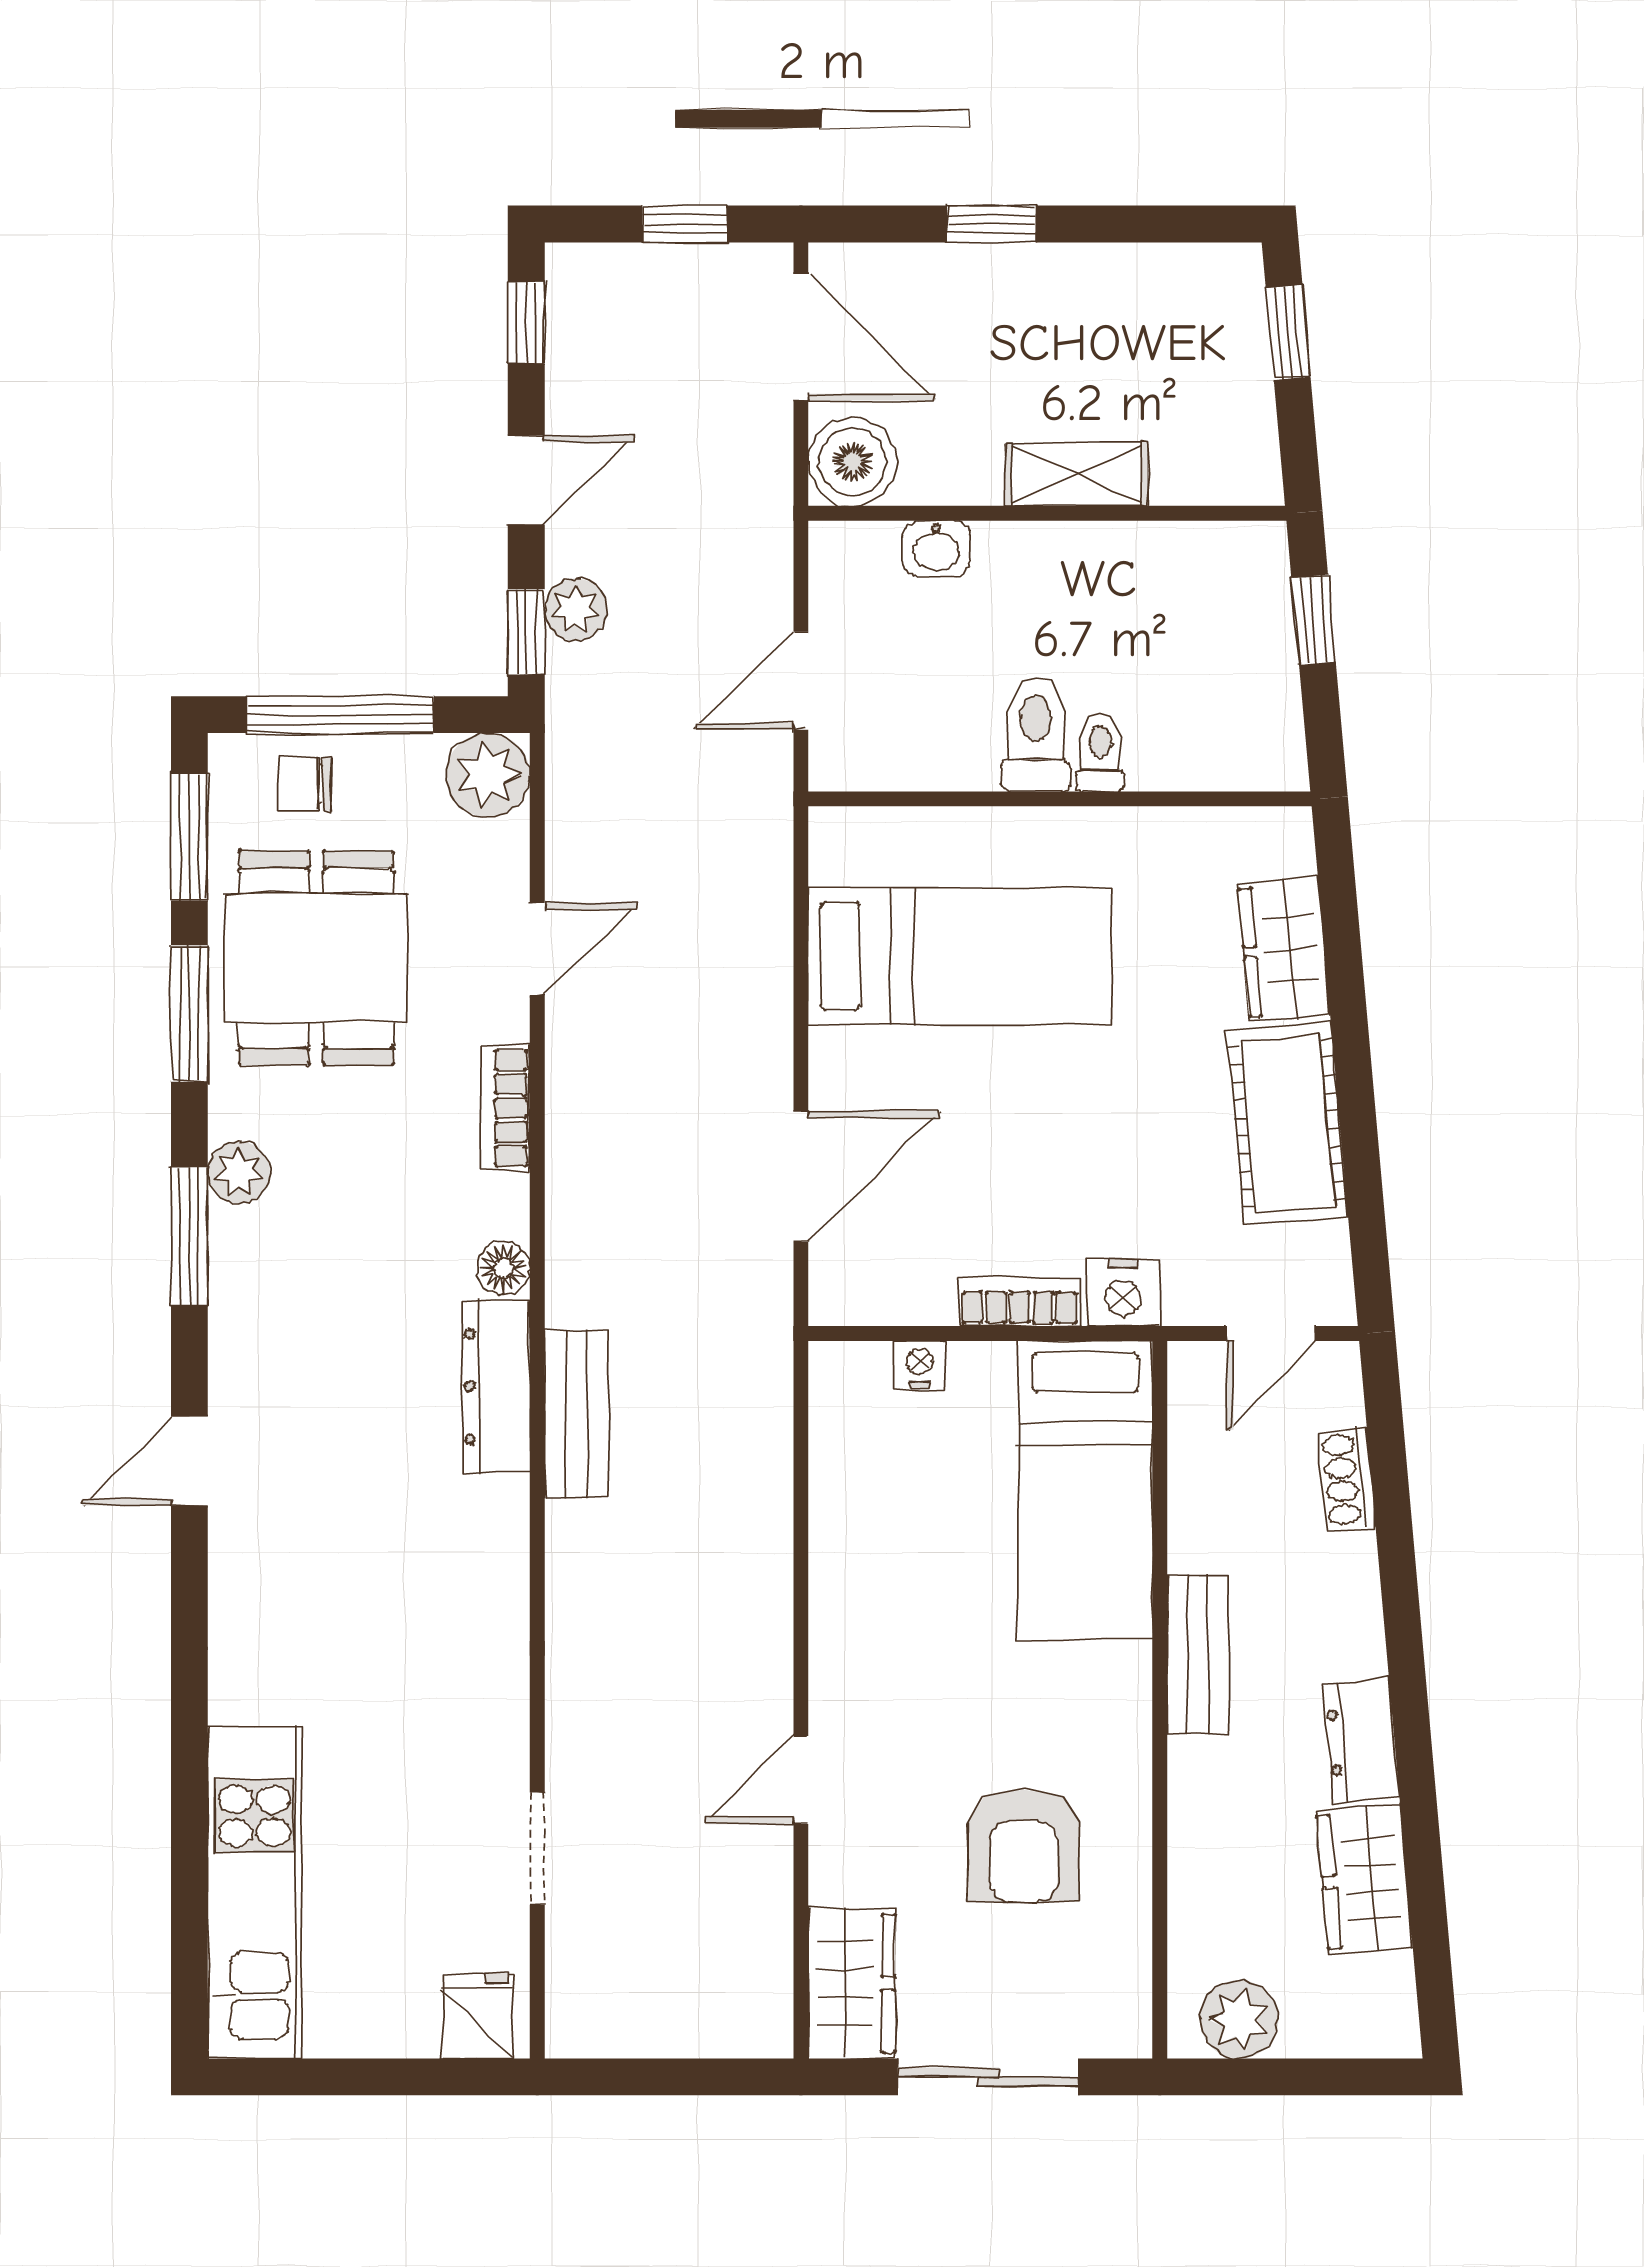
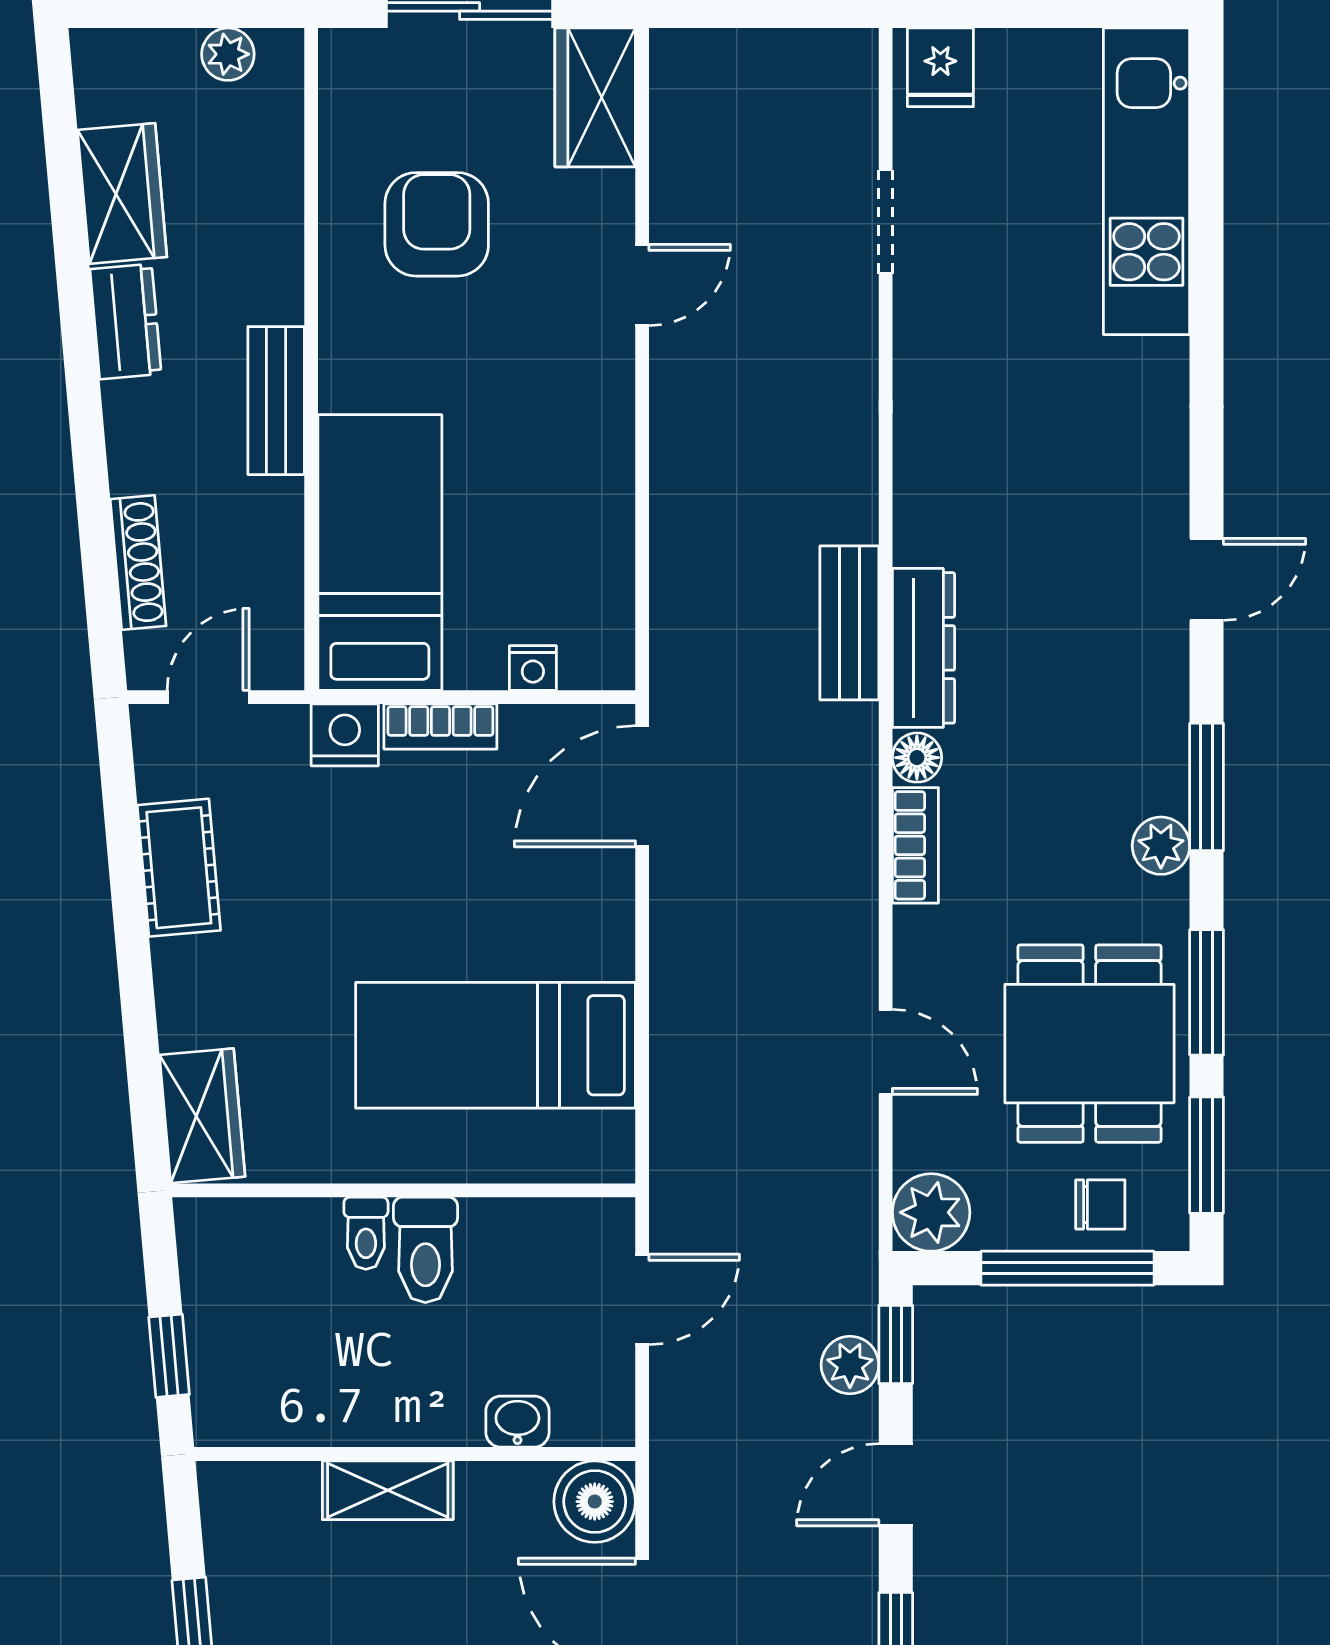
door: (537, 949) -> (886, 1052), swing flipped
wardrobe: (1284, 949) -> (202, 1116), moved
bookcase: (505, 1108) -> (915, 845), moved
cot: (1287, 1123) -> (179, 868), width x0.73, depth x0.75
door: (801, 1176) -> (642, 786), moved
shoe rack: (1347, 1479) -> (138, 563), width x1.43
plant: (1239, 2019) -> (228, 54), width x0.73, depth x0.73

